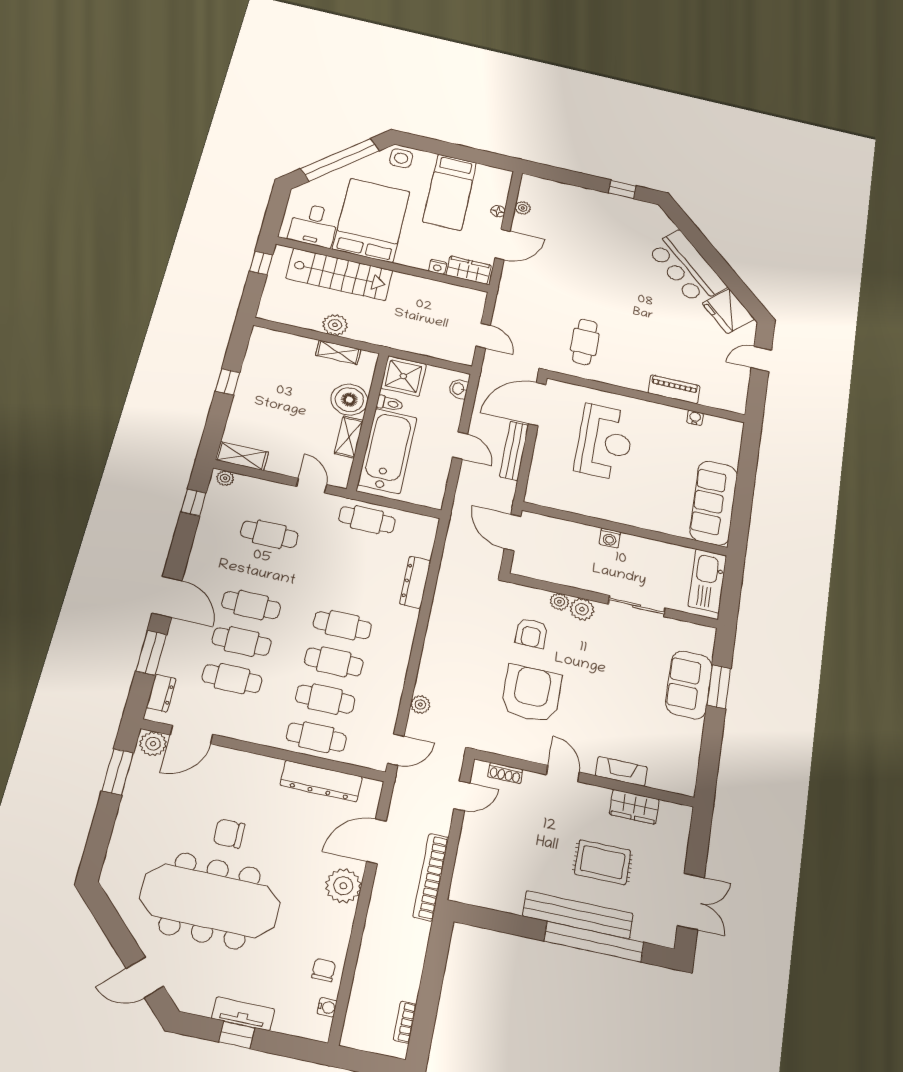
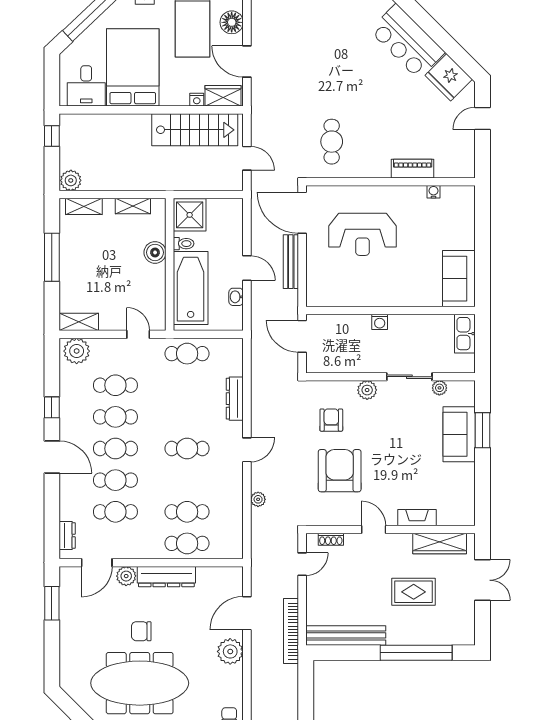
plant: (523, 208) -> (258, 18), removed
floor lamp: (498, 211) -> (232, 22), width x1.89, depth x1.89
door: (503, 244) -> (247, 62), swing flipped
stairs: (339, 274) -> (195, 130), moved
plant: (335, 325) -> (71, 180), moved
window: (228, 382) -> (52, 257), width x2.17
washbasin: (459, 389) -> (236, 297), moved
boiler: (349, 400) -> (155, 252), width x0.73, depth x0.73
door: (537, 404) -> (302, 213), hinge flipped
shelving: (349, 437) -> (84, 206), moved, turned 90
reception desk: (605, 442) -> (362, 234), turned 90
plant: (225, 478) -> (77, 351), width x1.87, depth x1.87
window: (194, 502) -> (52, 407), moved
sofa: (714, 503) -> (459, 279), width x0.73
kitchen sink: (707, 581) -> (465, 334), width x0.73, depth x0.81
plant: (559, 602) -> (439, 388), moved
armchair: (531, 633) -> (331, 420), turned 180
window: (151, 653) -> (52, 505), removed
cafe table: (334, 662) -> (115, 417), moved
plant: (153, 744) -> (126, 576), moved
door: (396, 750) -> (247, 450), moved
dresser: (321, 781) -> (166, 577), moved
wardrobe: (634, 807) -> (440, 543), width x1.50
double door: (691, 901) -> (482, 580), moved
bench: (578, 915) -> (346, 635), moved

